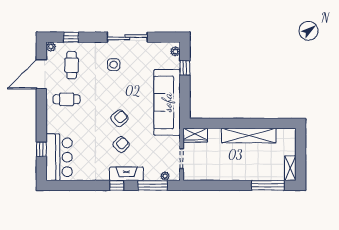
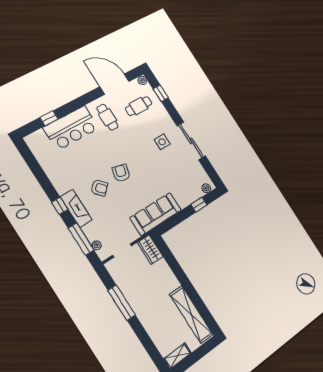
sofa: (167, 102) -> (156, 214), width x0.74, depth x0.79
armchair: (119, 118) -> (121, 173), turned -125
shelving: (249, 135) -> (191, 315), moved
bar counter: (59, 157) -> (71, 128), moved
window: (268, 185) -> (122, 303), moved

